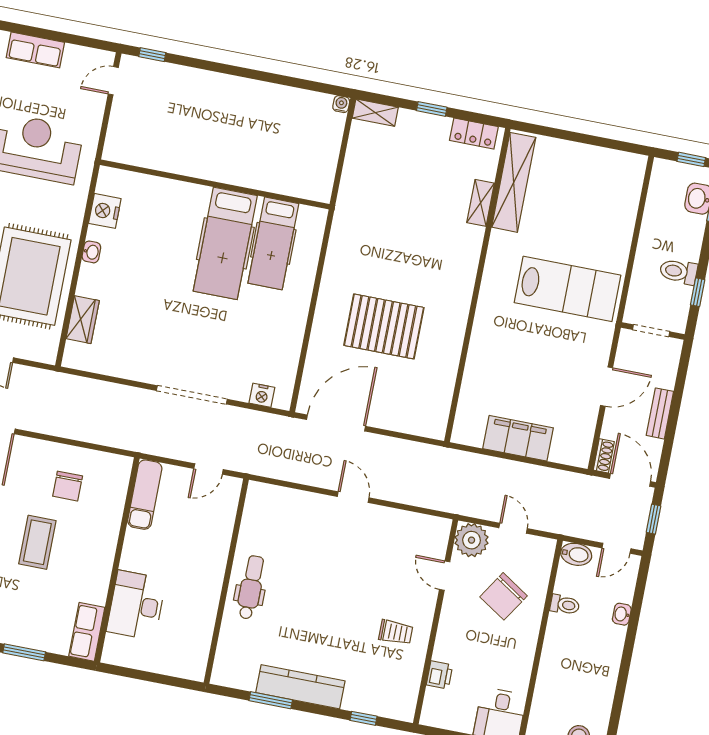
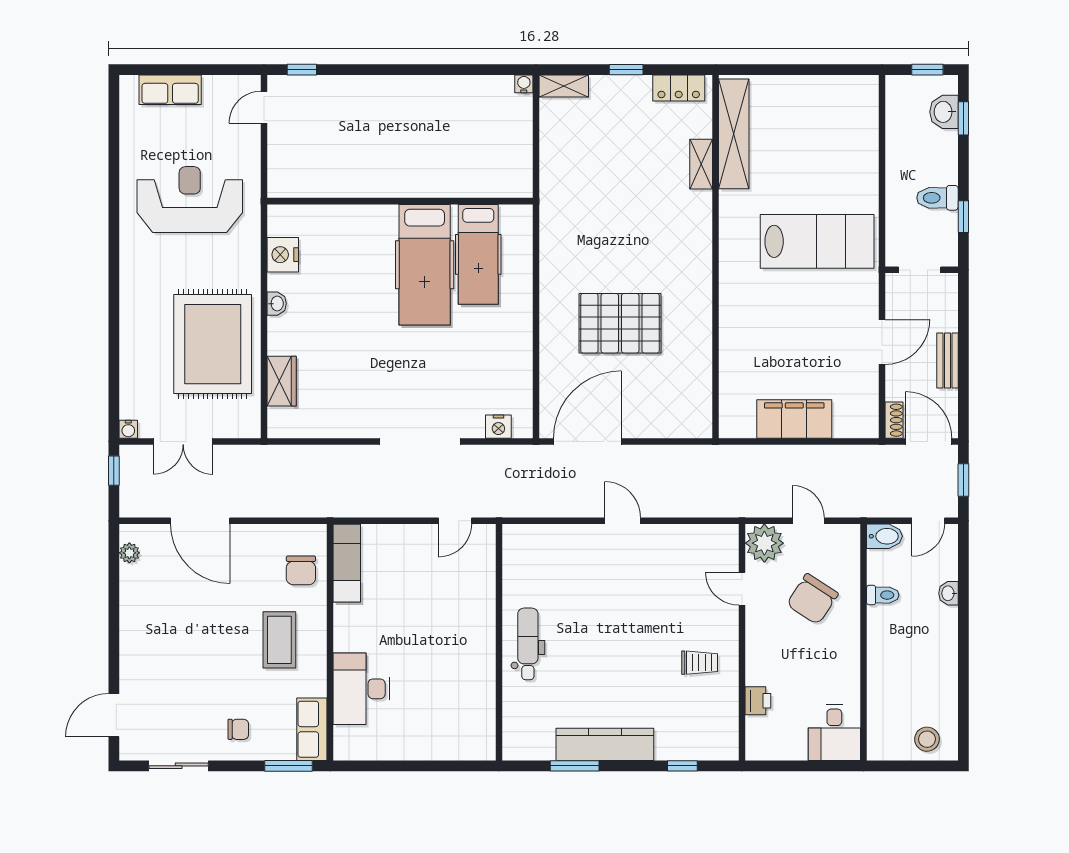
exam couch: (145, 495) -> (347, 563), moved
wall: (117, 560) -> (330, 642), moved
desk: (136, 605) -> (361, 689), moved
row of seats: (87, 632) -> (312, 729), moved

